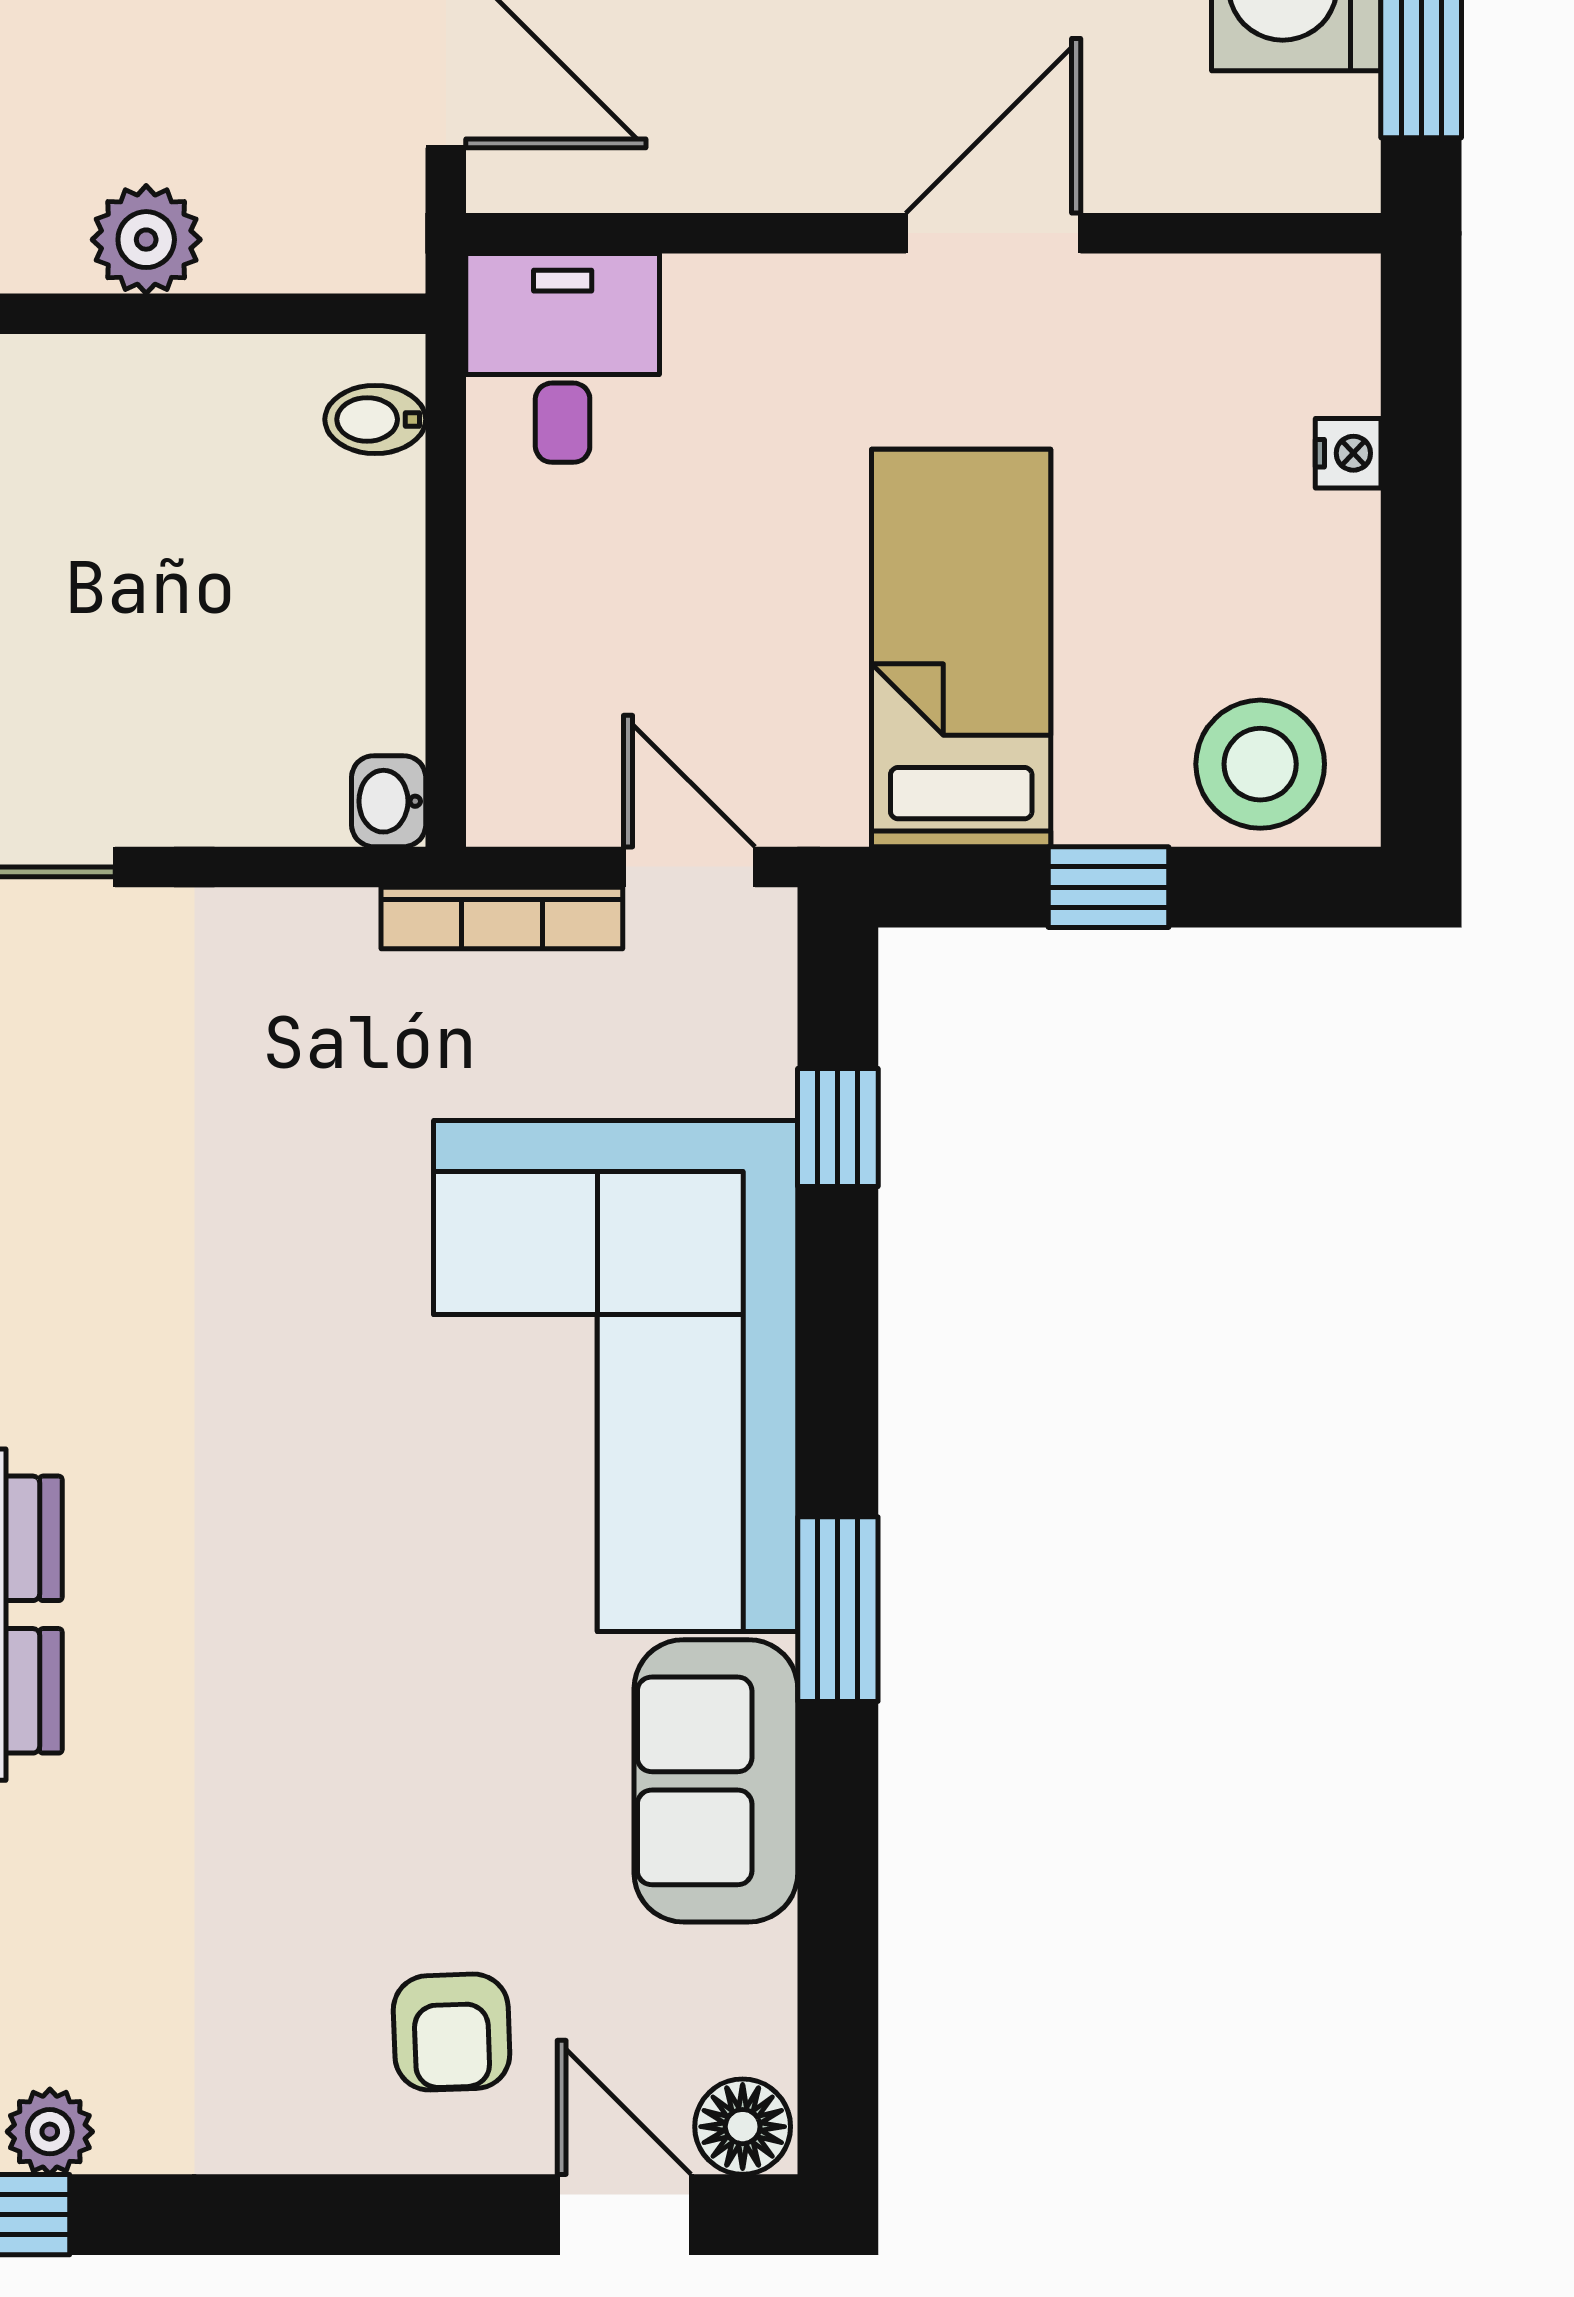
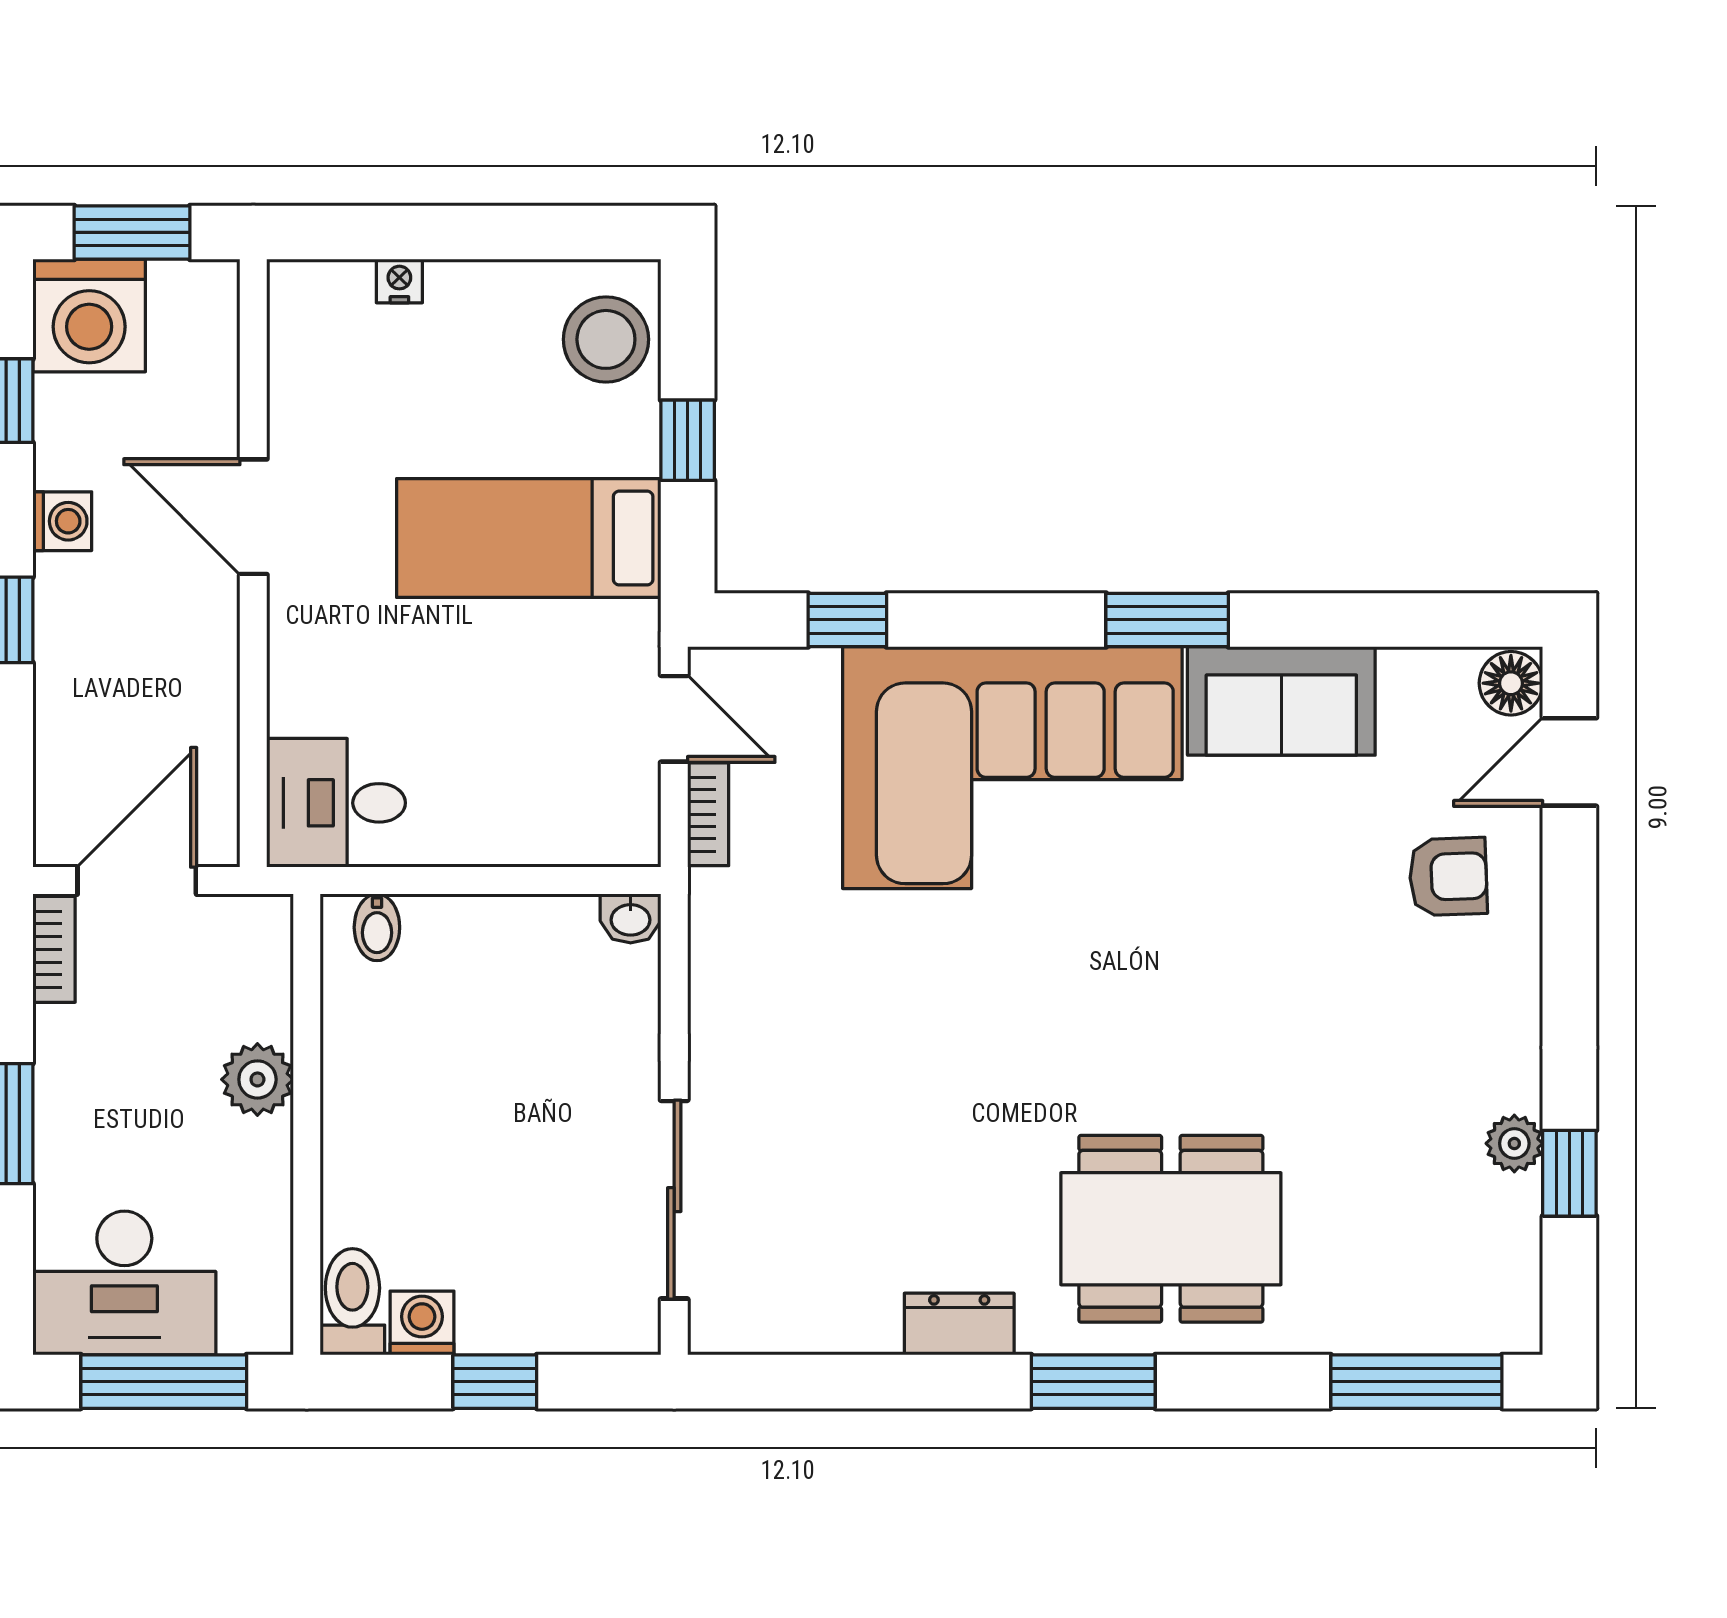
door: (689, 867) -> (674, 719), swing flipped
bookcase: (502, 918) -> (708, 814), width x0.64

